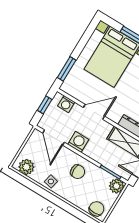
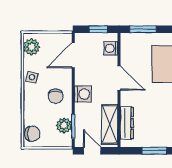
washing machine: (78, 142) -> (83, 94), moved
plant: (116, 186) -> (64, 125), moved

